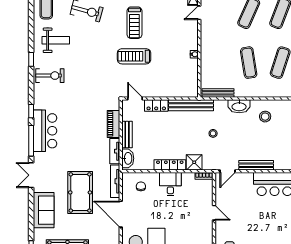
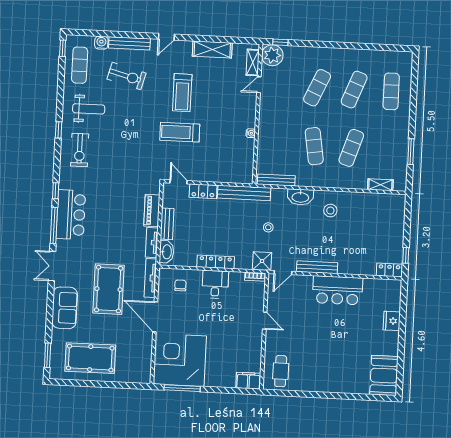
exercise bike: (50, 76) -> (80, 150), turned 90
shower: (194, 162) -> (262, 261), moved

